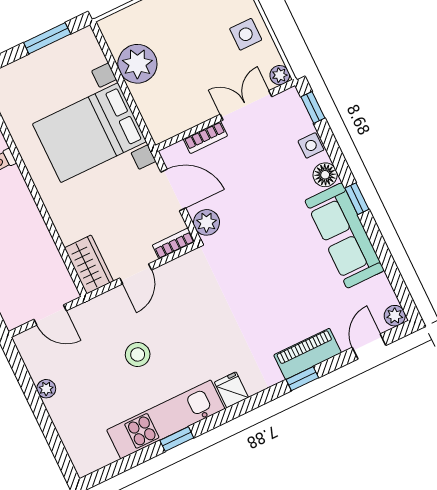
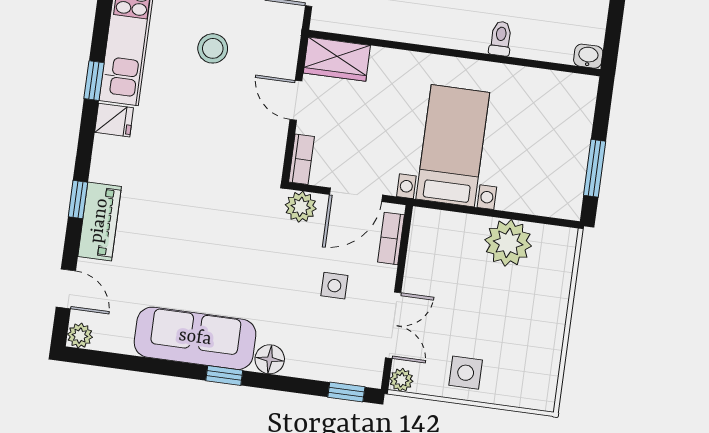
bed with nightstands: (89, 133) -> (453, 146), width x0.73
bookcase: (205, 137) -> (391, 238), moved
side table: (311, 145) -> (334, 286), moved
window: (177, 439) -> (94, 81), moved

